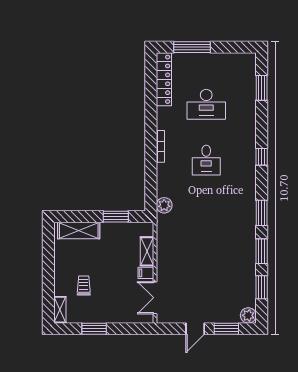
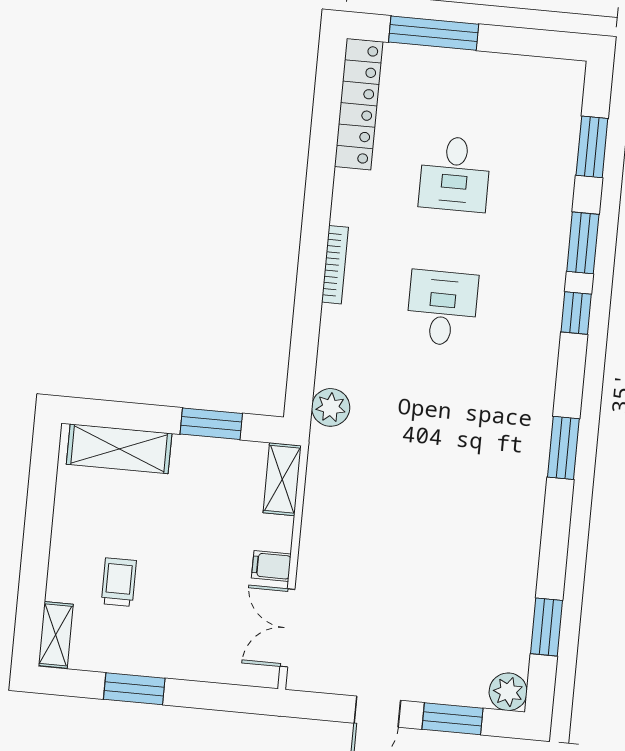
desk: (206, 104) -> (455, 174), width x0.73
desk: (206, 160) -> (442, 308), turned 180
shelving: (147, 251) -> (282, 479), moved
window: (262, 251) -> (583, 243), moved

